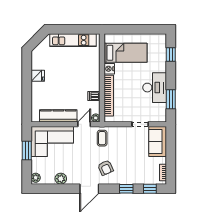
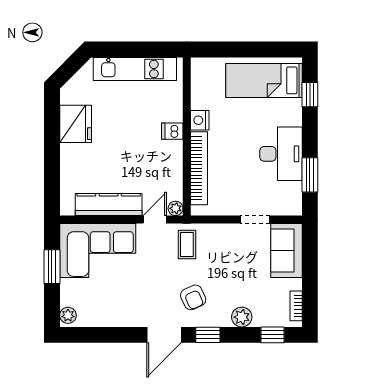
bed: (125, 53) -> (264, 80), moved, turned 180
fridge: (38, 76) -> (76, 124), width x1.88, depth x1.34
dishwasher: (94, 96) -> (172, 131), moved
plant: (61, 179) -> (242, 317), moved
window: (126, 189) -> (208, 335), moved

